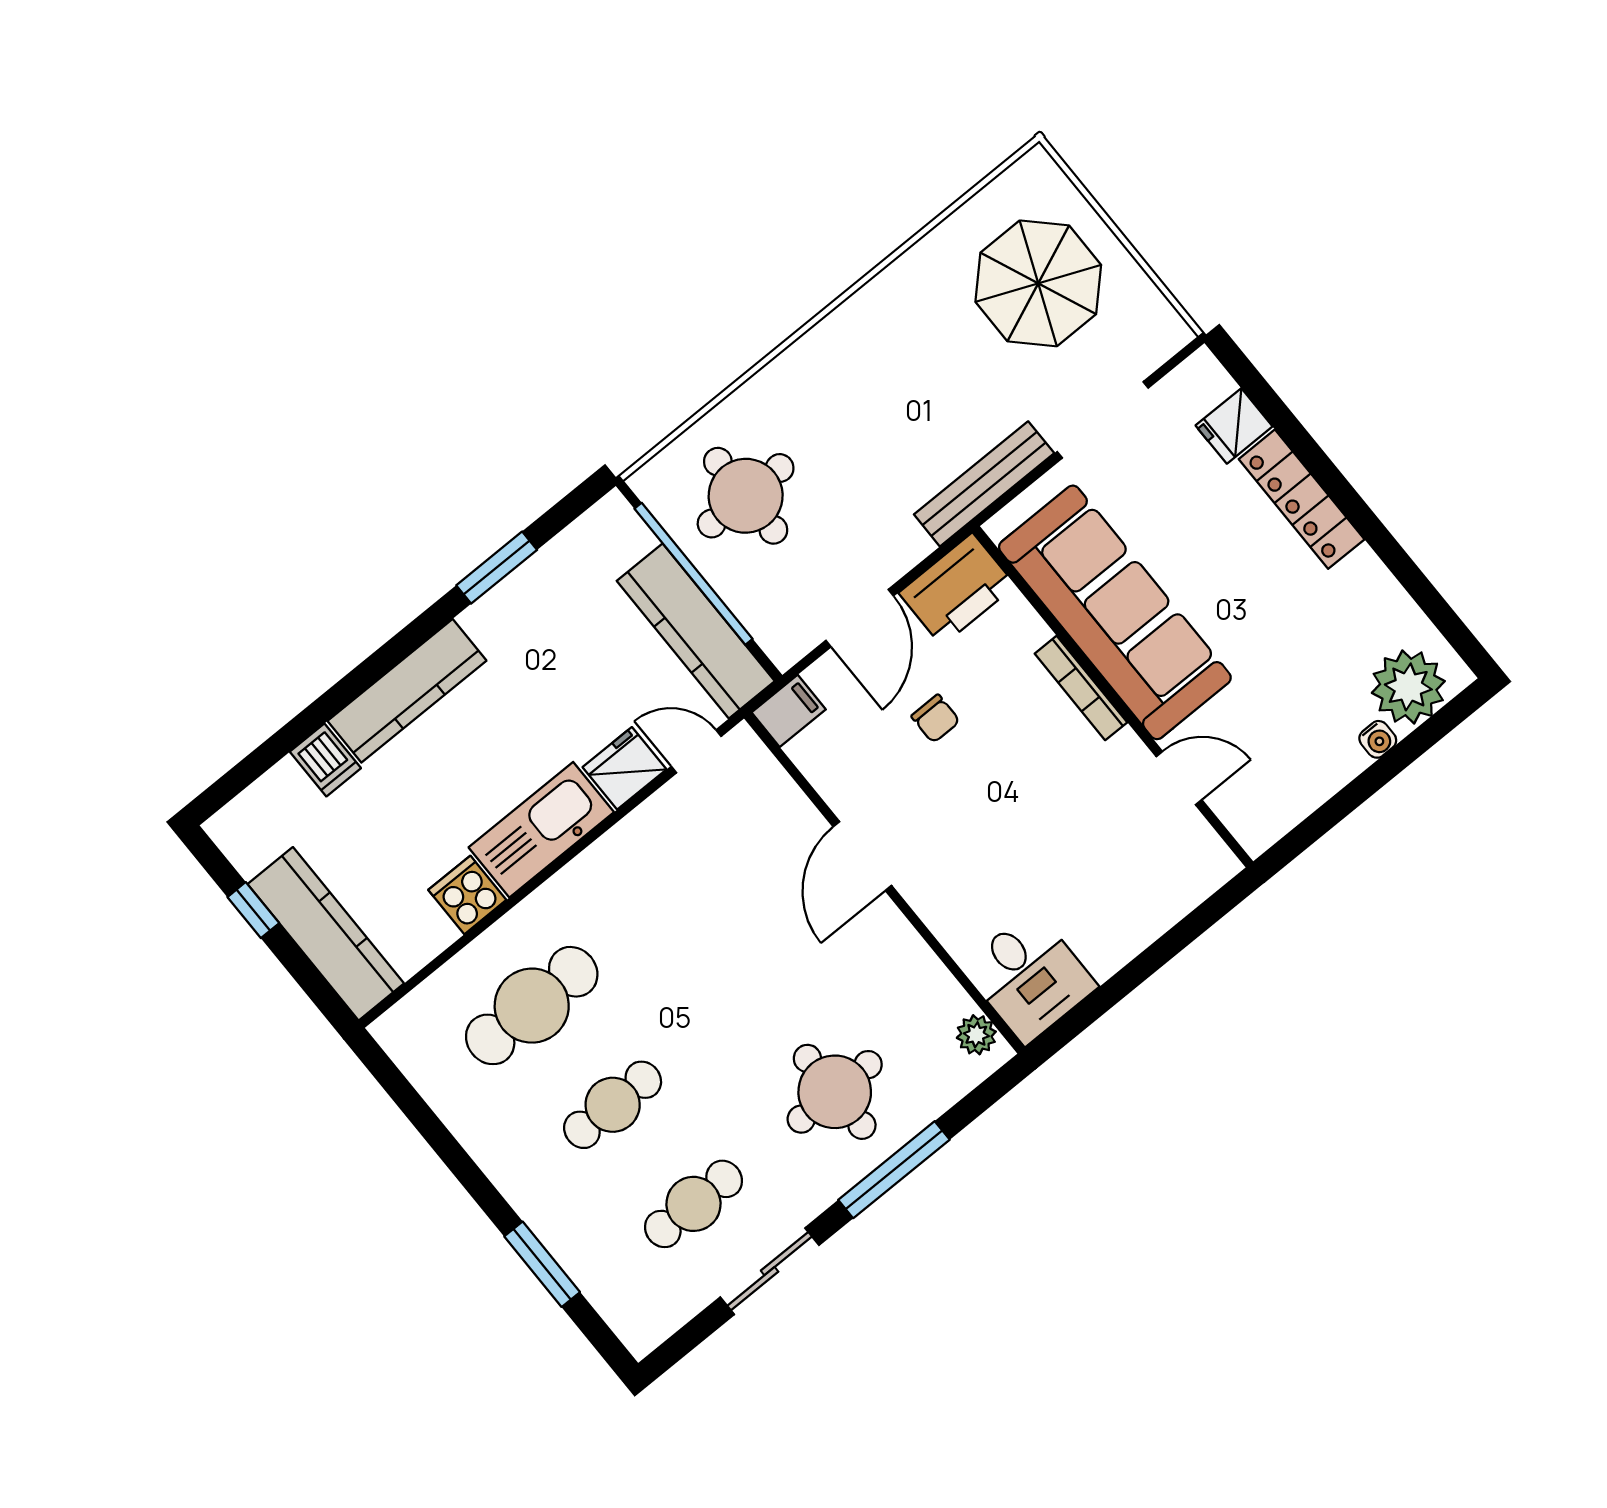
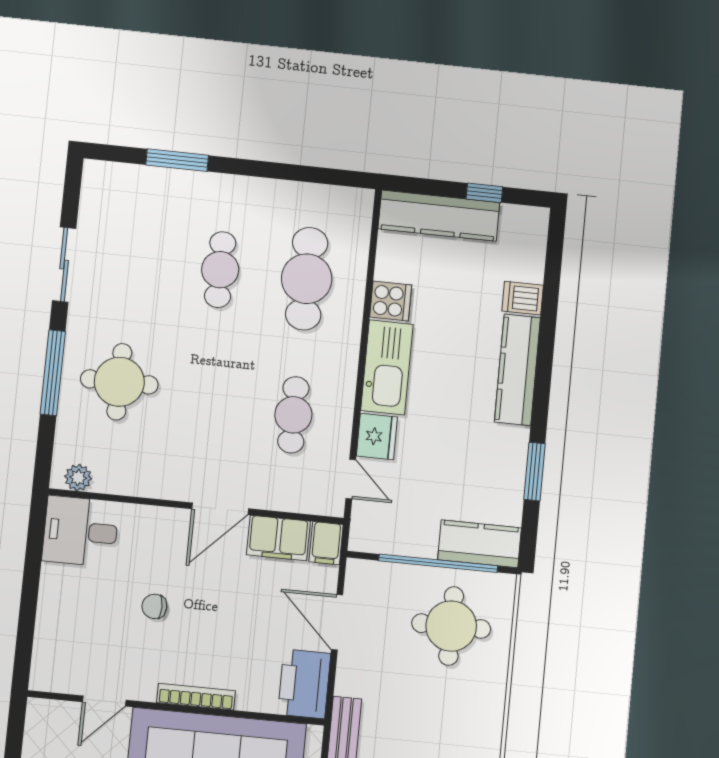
kitchen counter: (696, 631) -> (480, 544), moved, width x0.67
chair: (936, 719) -> (154, 606), moved
door: (696, 751) -> (351, 479), hinge flipped
filing cabinet: (833, 766) -> (278, 538), added
door: (862, 856) -> (220, 509), swing flipped
cafe table: (693, 1204) -> (293, 415), moved

